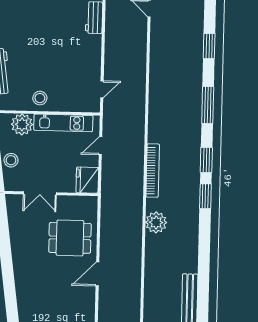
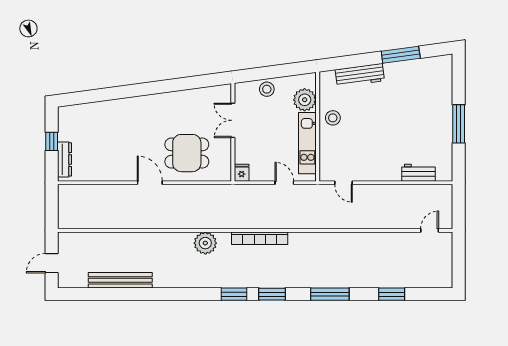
fridge: (87, 180) -> (242, 173), width x0.53, depth x0.75
dining table: (70, 238) -> (187, 153), turned 90

